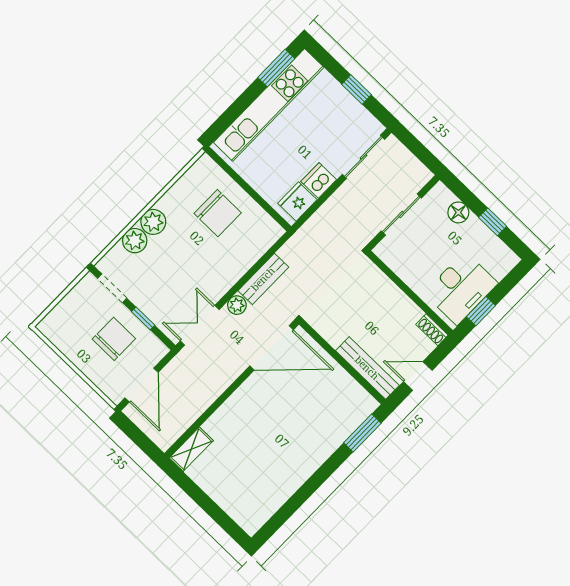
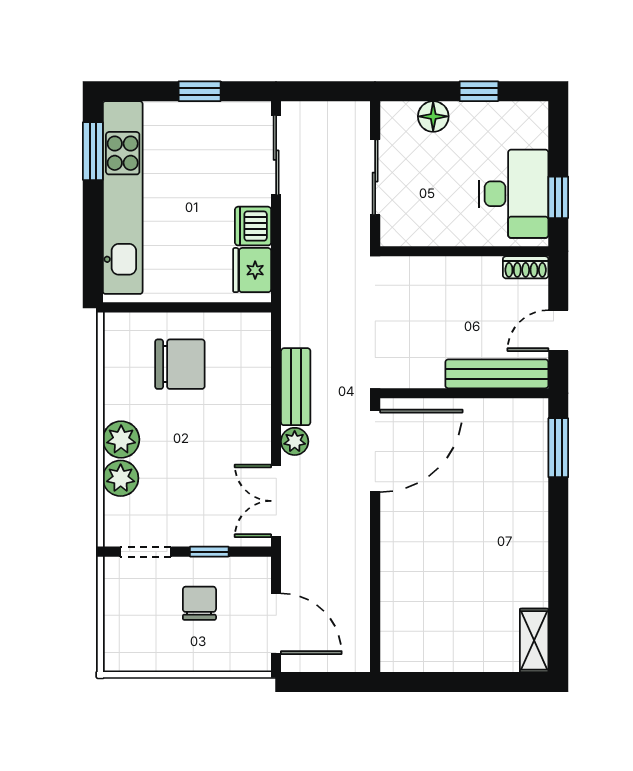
chair: (114, 339) -> (199, 603), width x0.73, depth x0.73
shelving: (191, 449) -> (534, 640), moved

